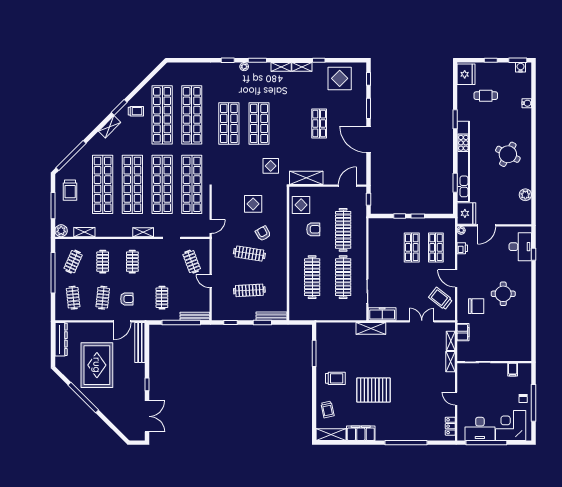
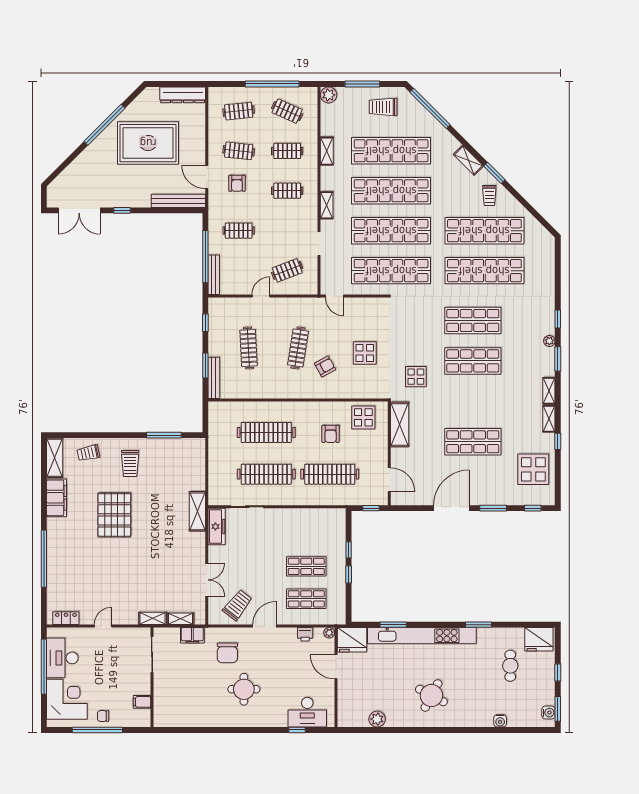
shop shelf: (319, 123) -> (473, 442), width x1.43, depth x1.36
shelving: (84, 232) -> (327, 151), moved

